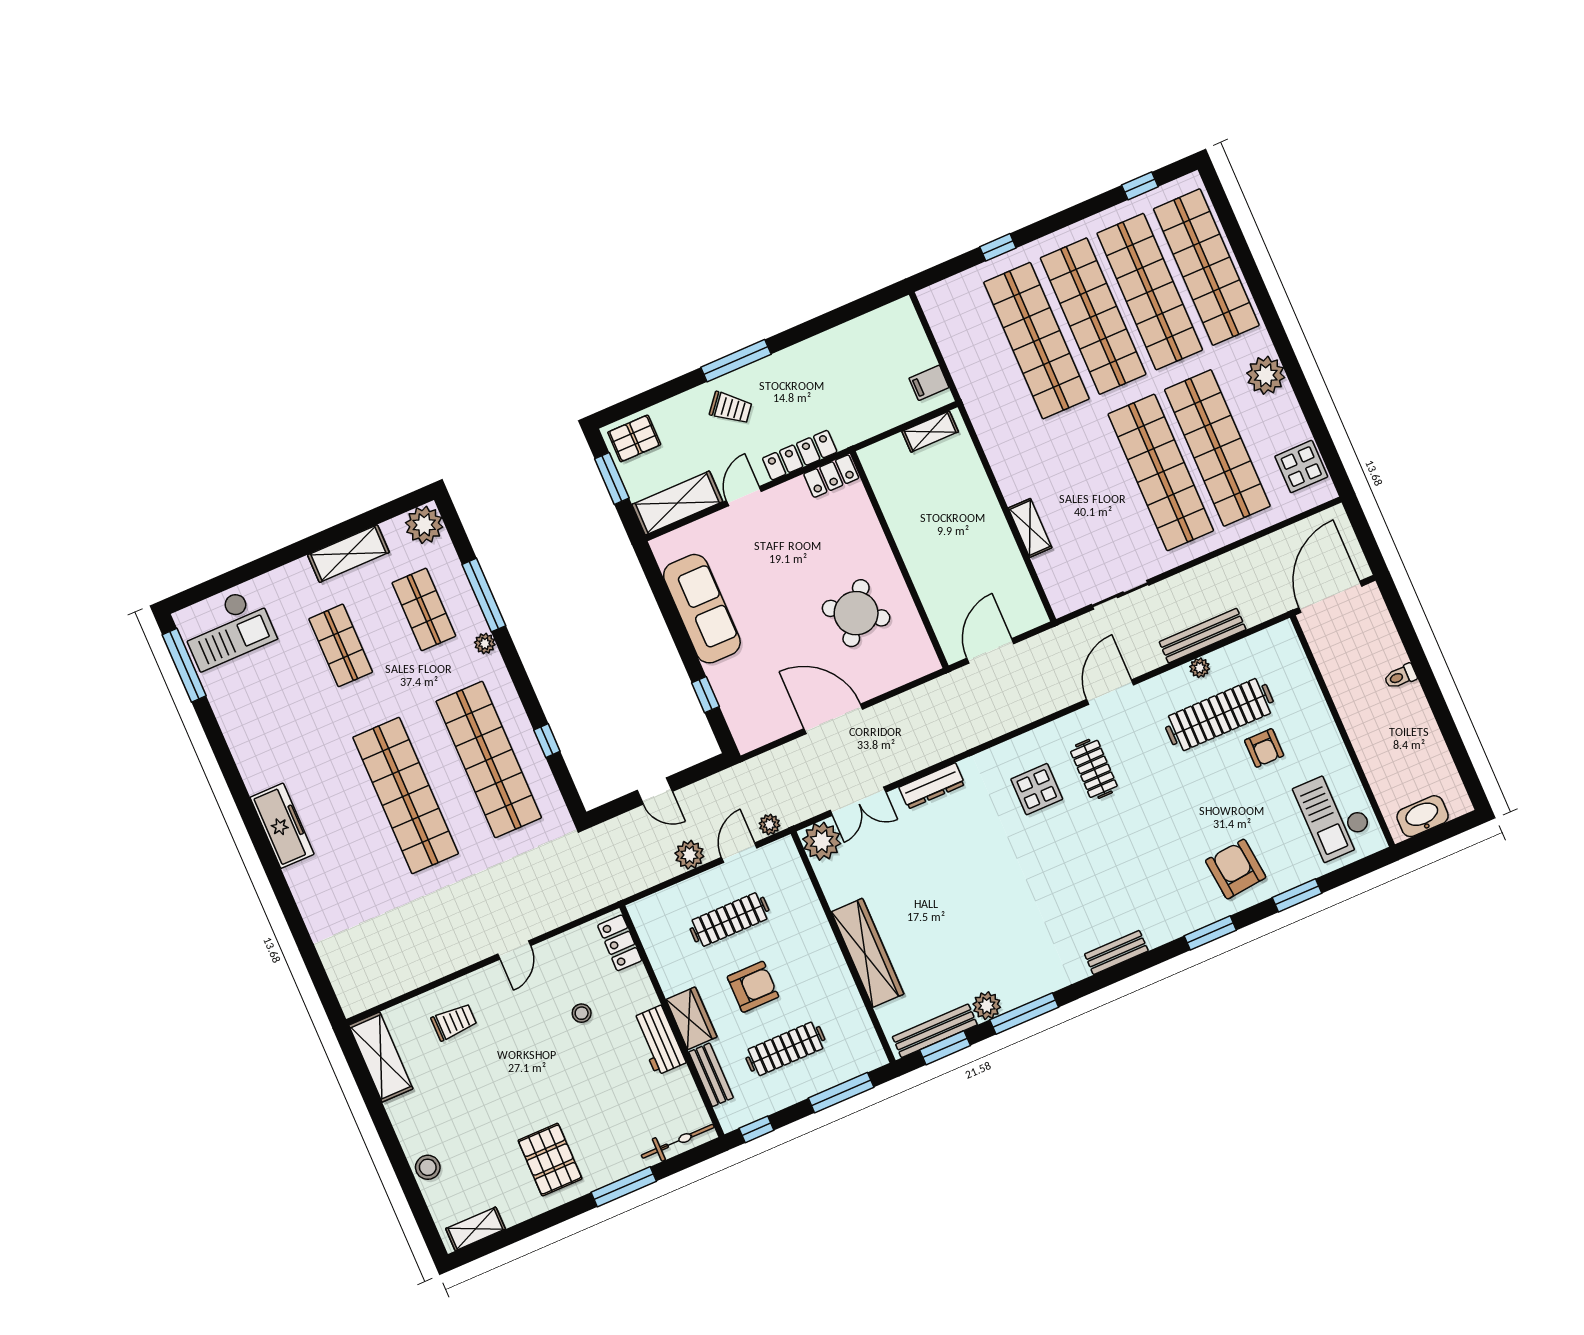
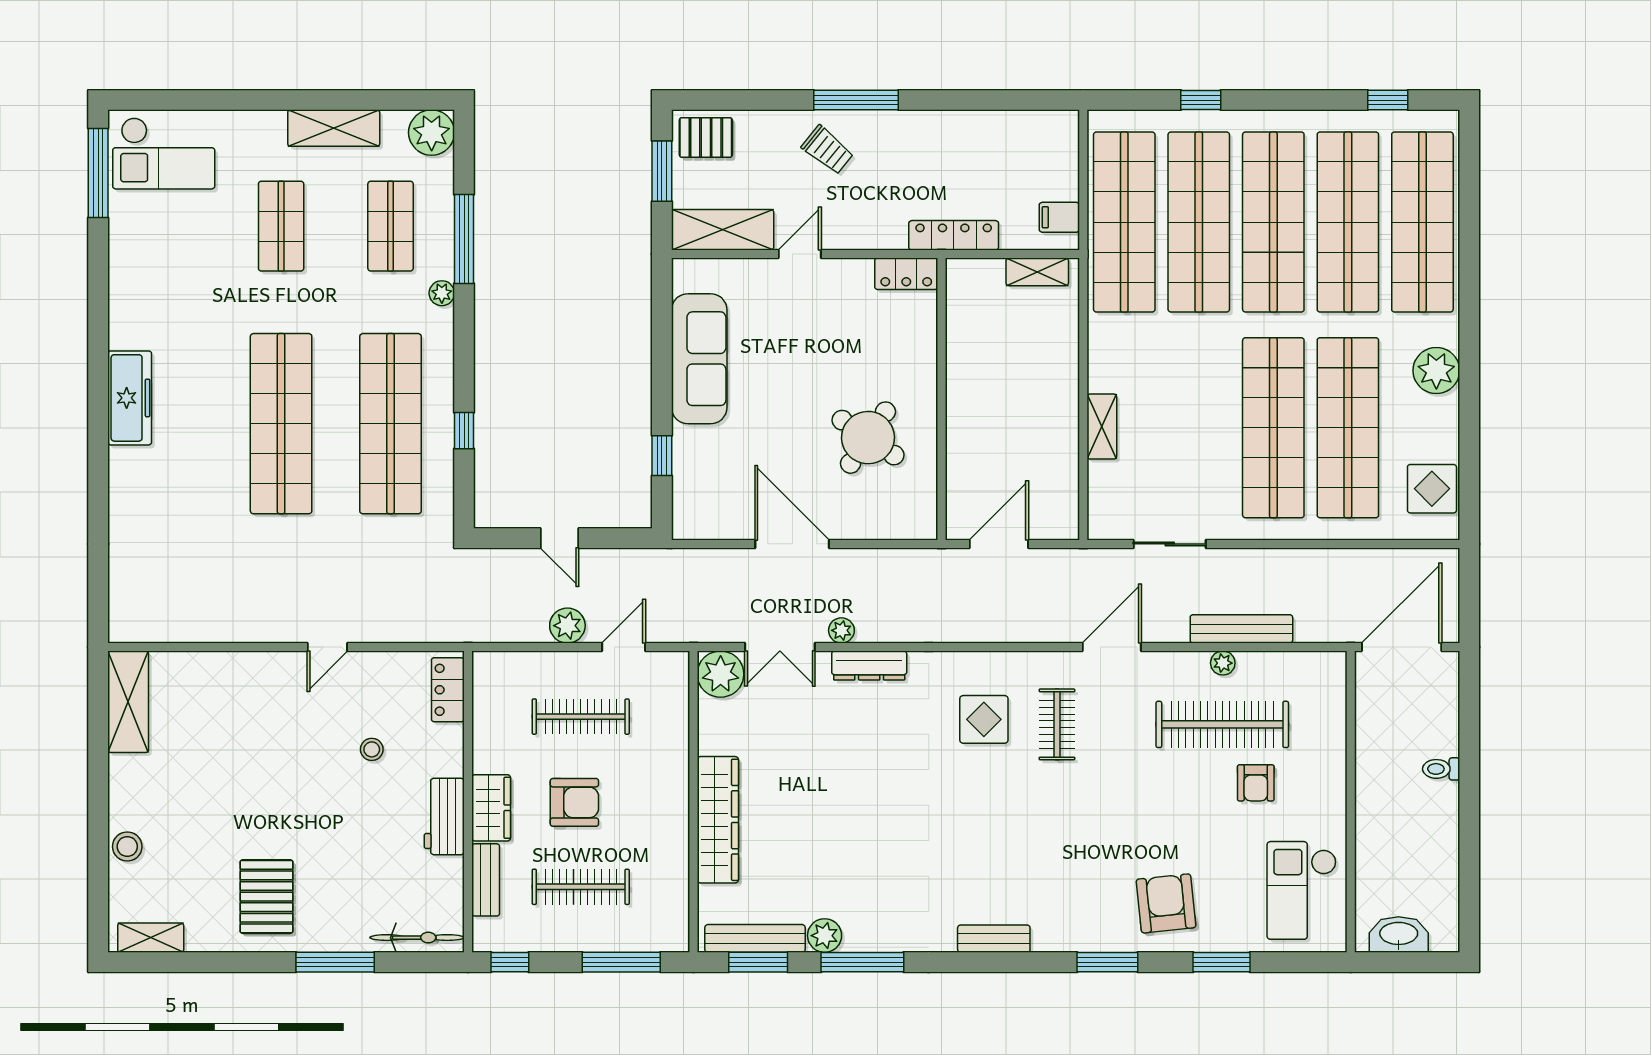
shop shelf: (980, 365) -> (1124, 222), added
locker: (800, 455) -> (954, 235), moved
plant: (770, 825) -> (841, 630), moved
trolley: (454, 1022) -> (226, 698), removed

